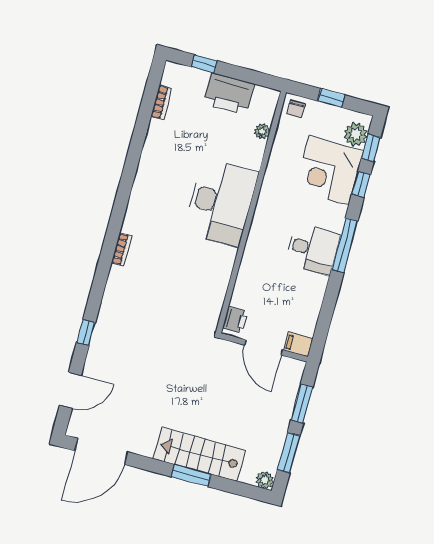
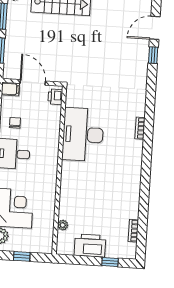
chair: (296, 109) -> (15, 123), moved
desk: (221, 203) -> (83, 135), moved
window: (86, 332) -> (153, 55), moved

